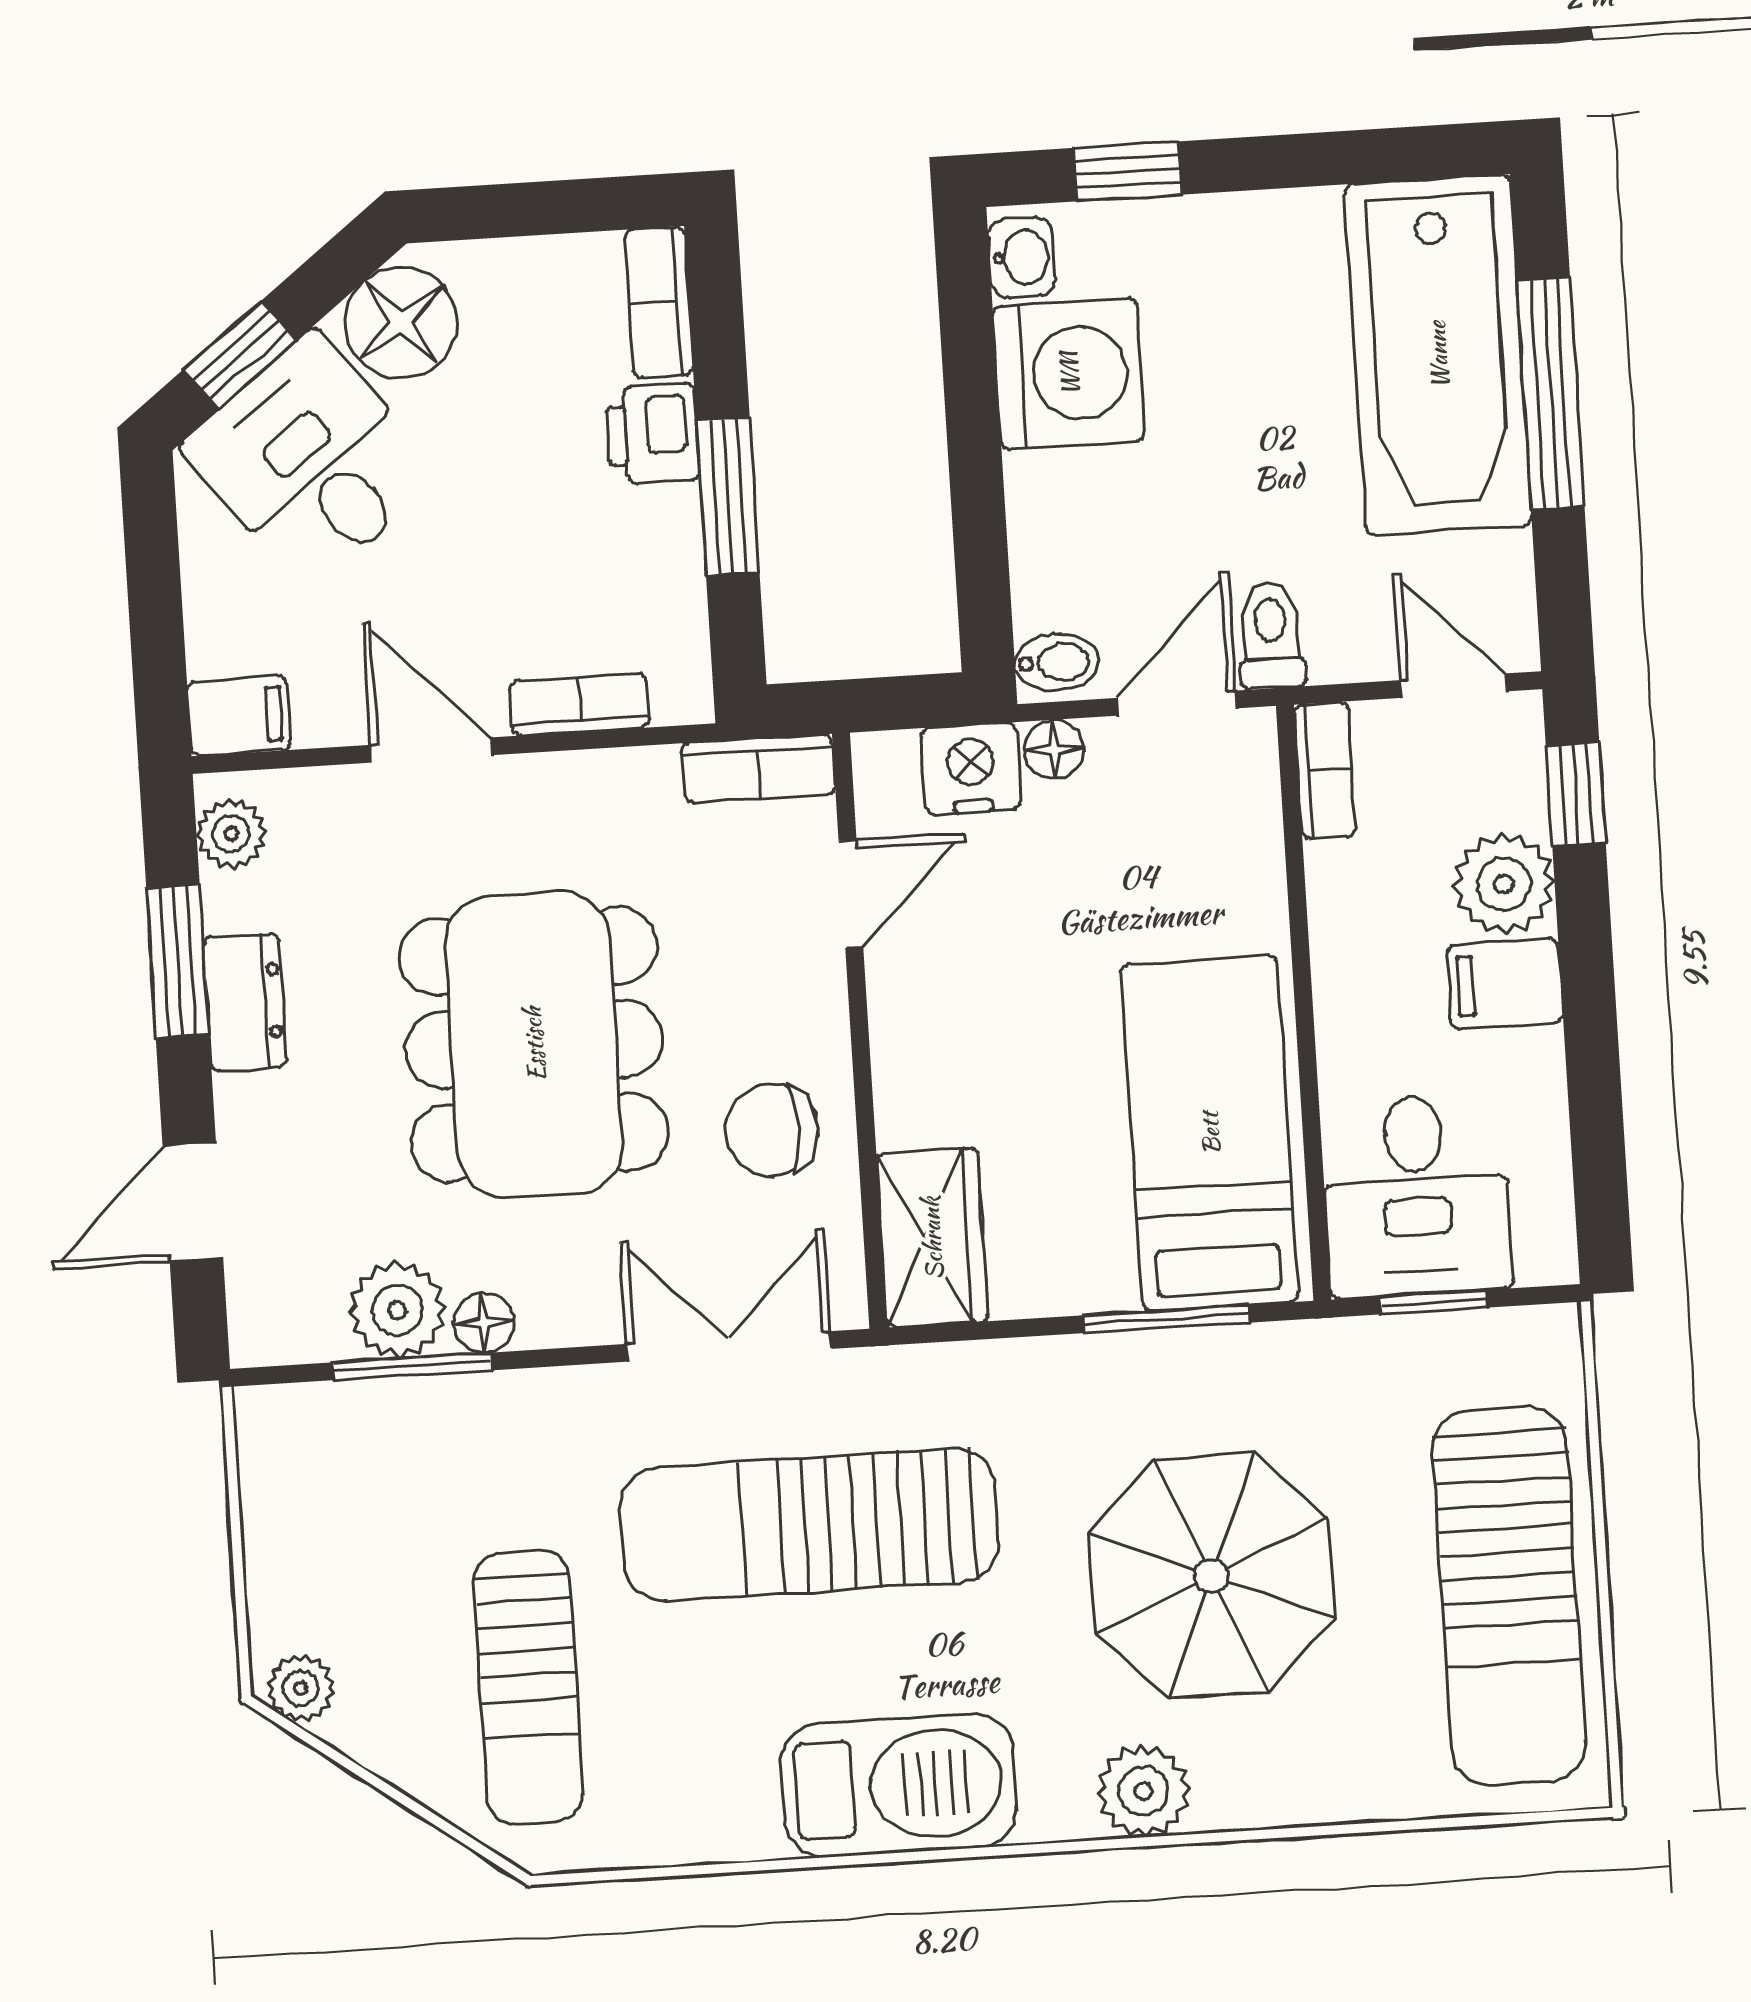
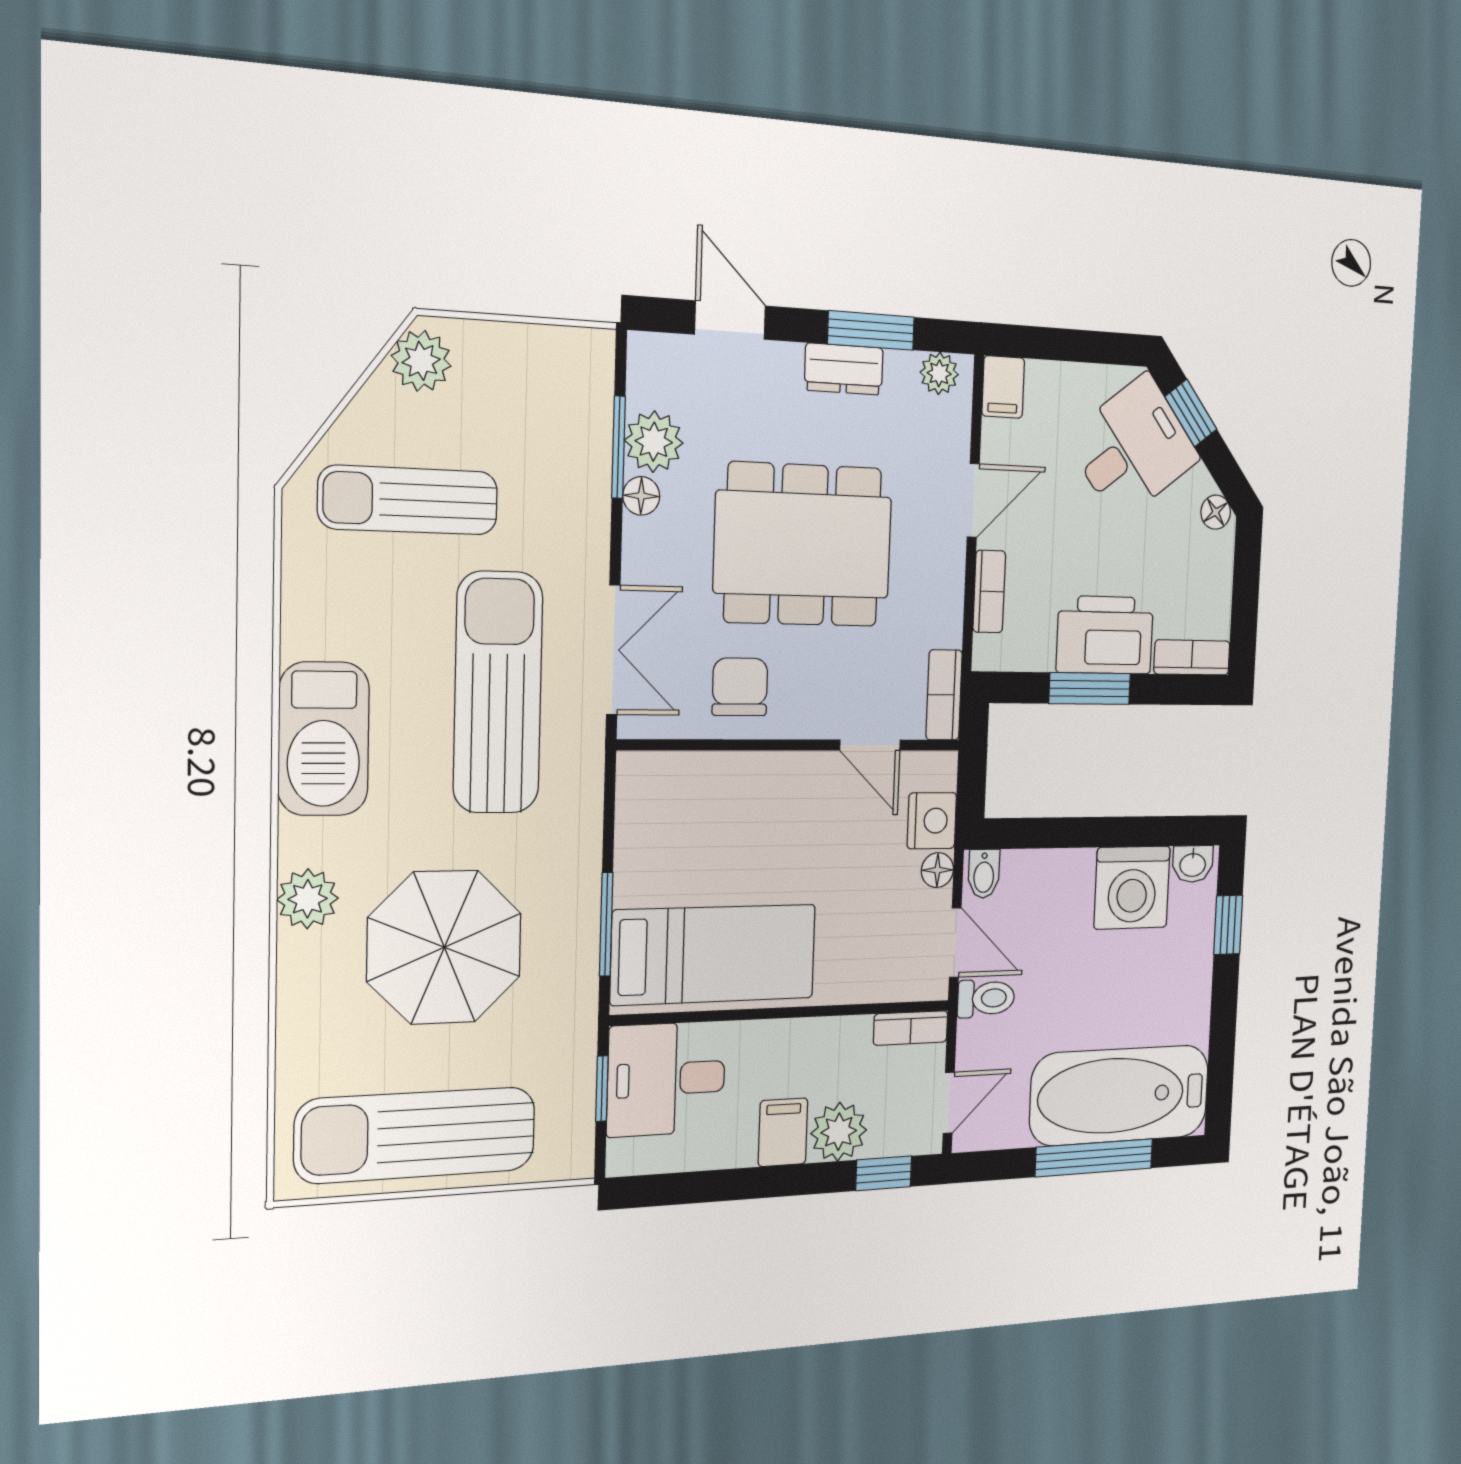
floor lamp: (401, 322) -> (1216, 512), width x0.53, depth x0.53
printer: (653, 434) -> (1105, 635), width x1.87, depth x1.48
wardrobe: (932, 1238) -> (668, 782), removed
plant: (301, 1688) -> (421, 361), width x1.38, depth x1.38

